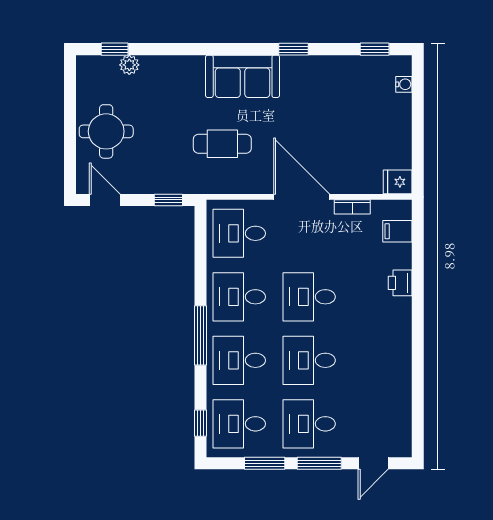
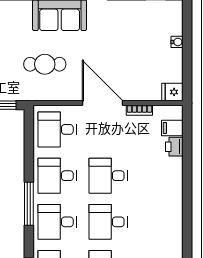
water cooler: (404, 84) -> (177, 42), moved
printer: (400, 283) -> (174, 147), moved

